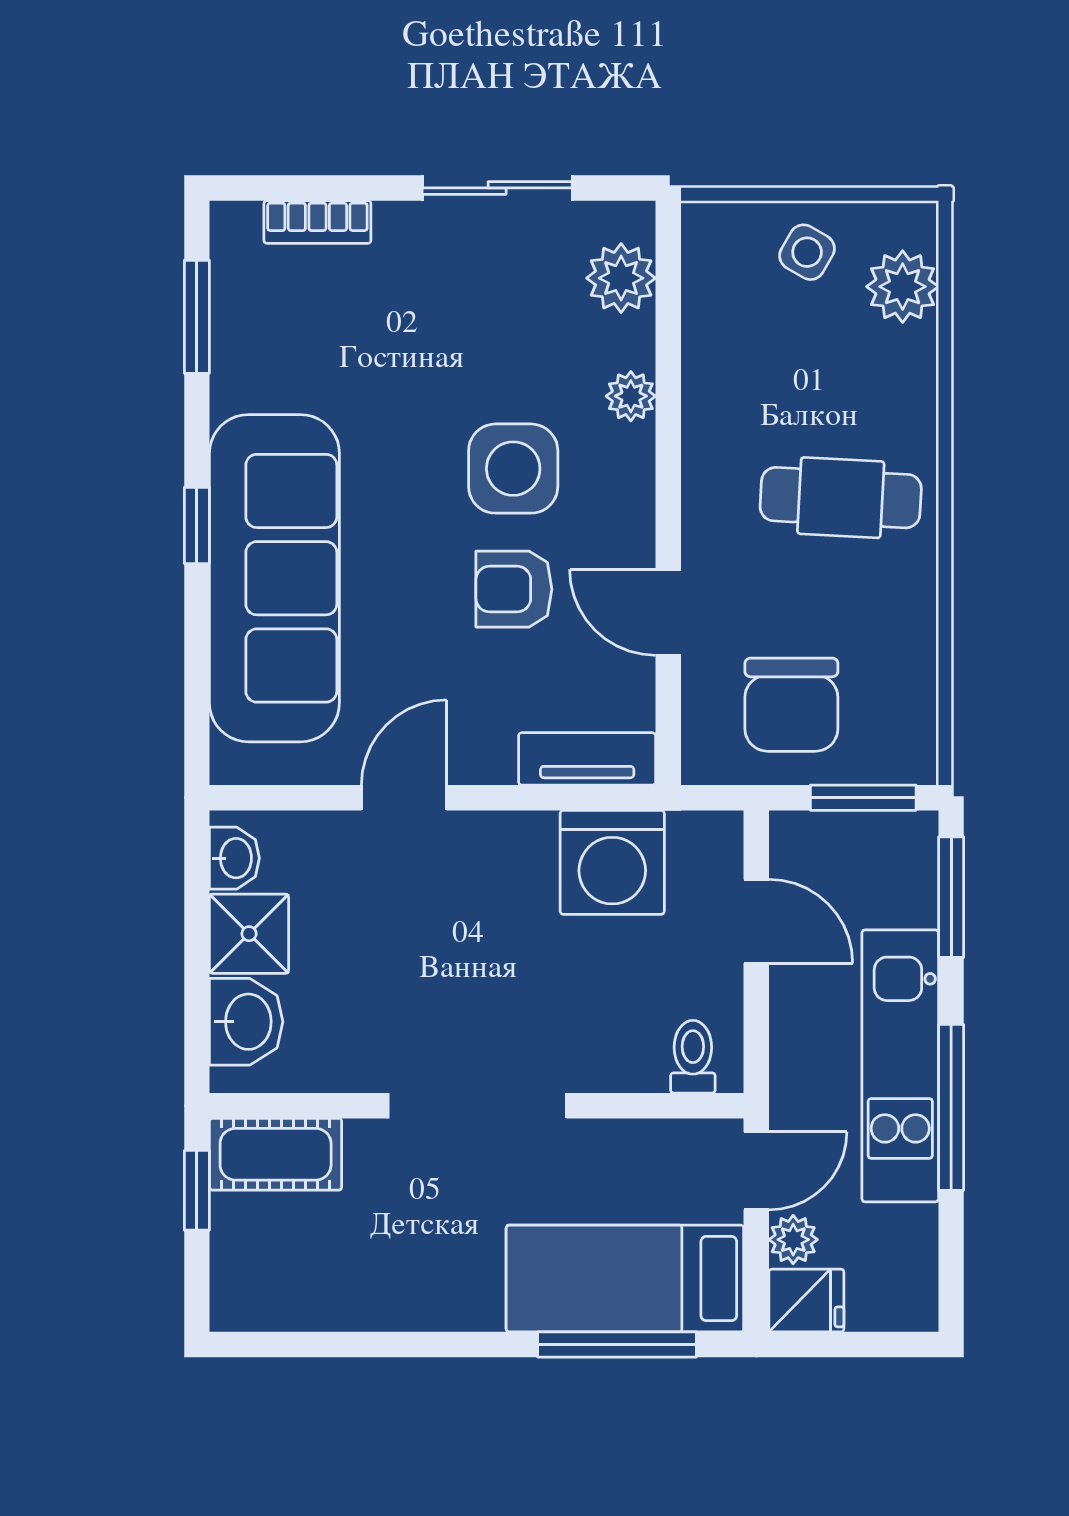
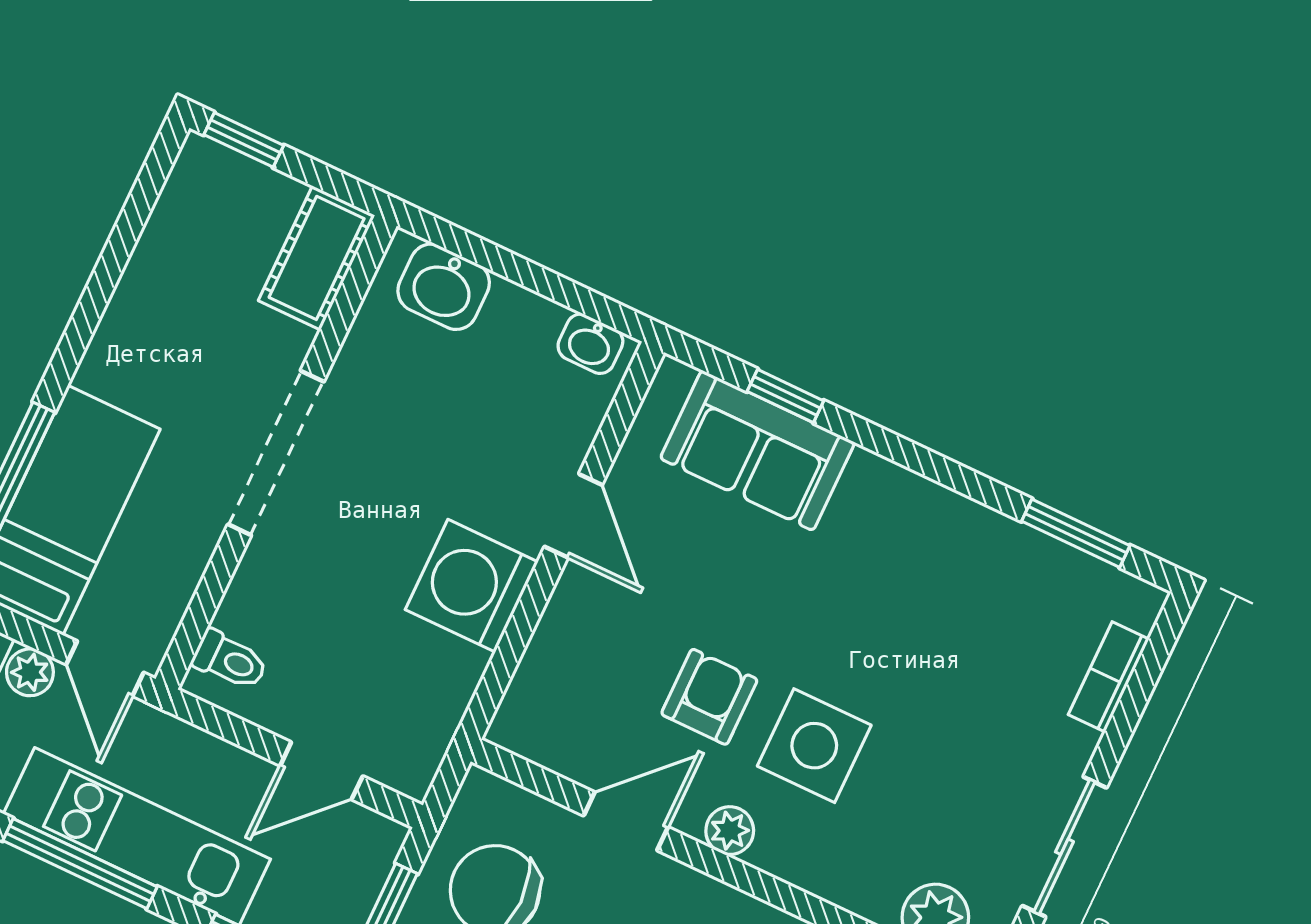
plant: (631, 396) -> (730, 831), moved
window: (197, 525) -> (785, 396), moved
sofa: (274, 578) -> (757, 450), width x0.54, depth x0.79
tv unit: (587, 759) -> (532, 691), removed
washing machine: (612, 862) -> (472, 586), moved
shower: (249, 934) -> (519, 325), removed
window: (197, 1190) -> (244, 140), moved

